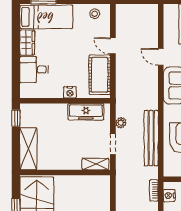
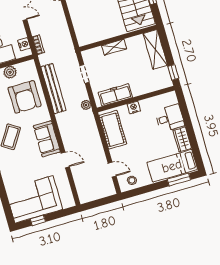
door: (113, 46) -> (112, 170), moved
plant: (121, 123) -> (86, 105), moved
shelving: (95, 164) -> (114, 47), moved

